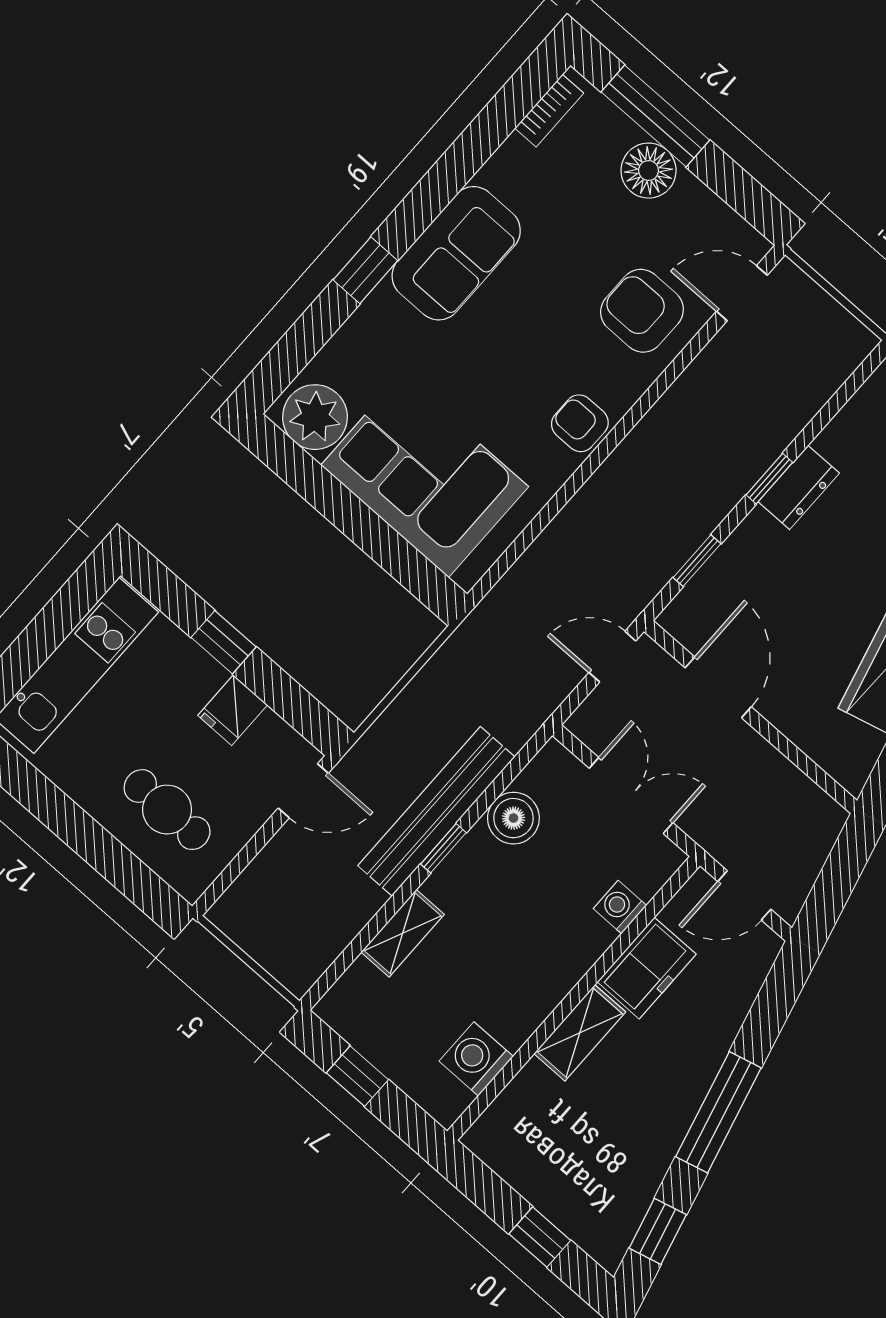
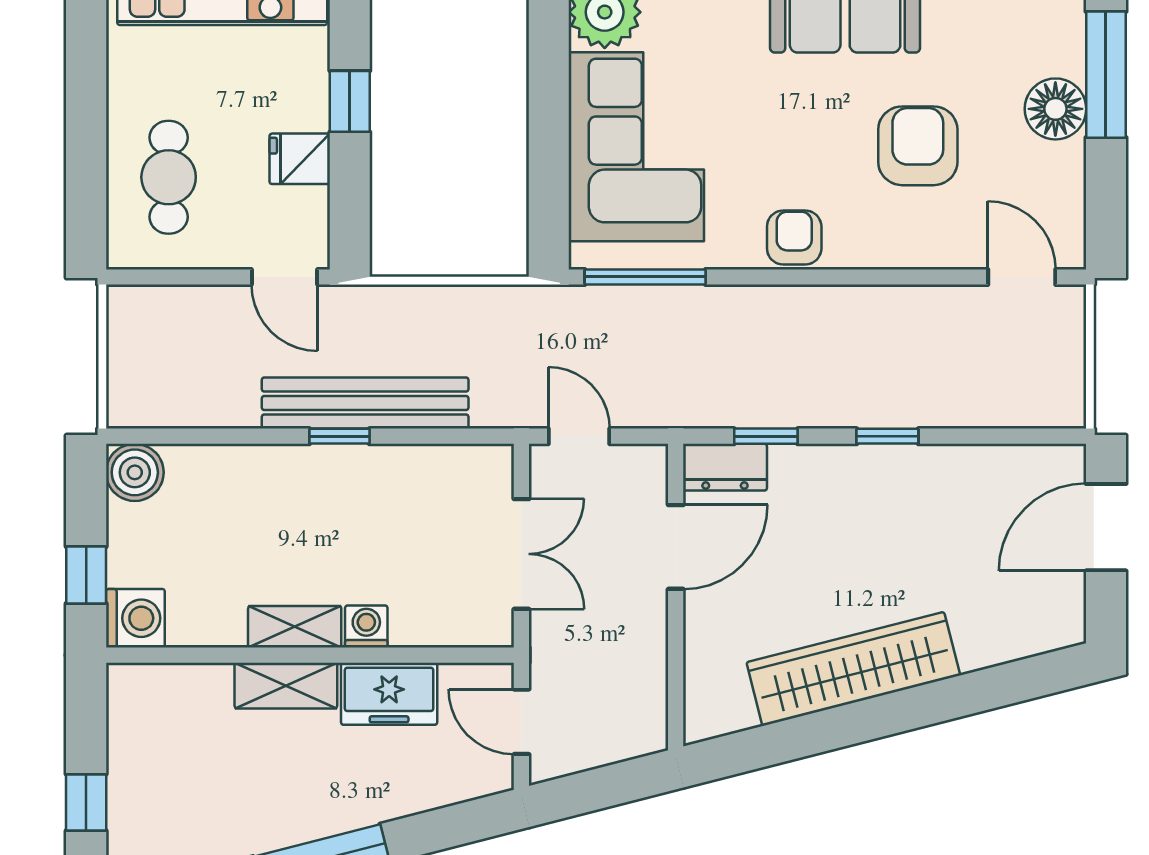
armchair: (642, 311) -> (918, 146), moved
dresser: (799, 487) -> (725, 467), moved
window: (518, 547) -> (645, 277), added
door: (612, 657) -> (579, 436), moved
boiler: (513, 818) -> (135, 472), moved
washing machine: (620, 907) -> (366, 626), moved
shelving: (403, 933) -> (295, 627), moved
washing machine: (476, 1059) -> (135, 618), moved, turned 90
window: (357, 1076) -> (86, 575), moved

